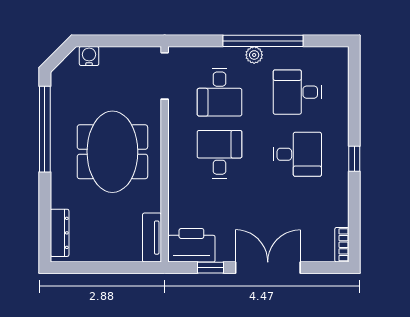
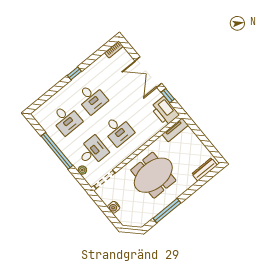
plant: (254, 55) -> (82, 170), moved
water cooler: (89, 56) -> (114, 207), moved
window: (45, 129) -> (167, 211), width x0.68
desk: (219, 154) -> (118, 130), turned -90
desk: (297, 154) -> (92, 98), turned 180

